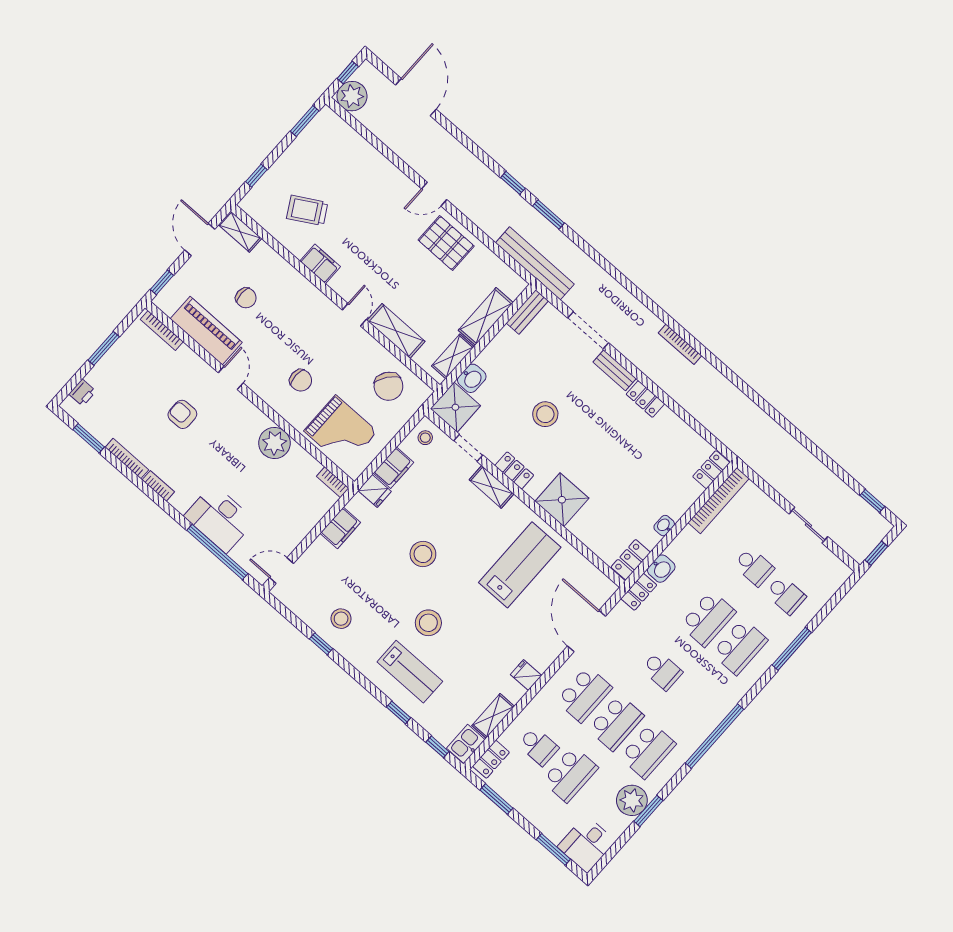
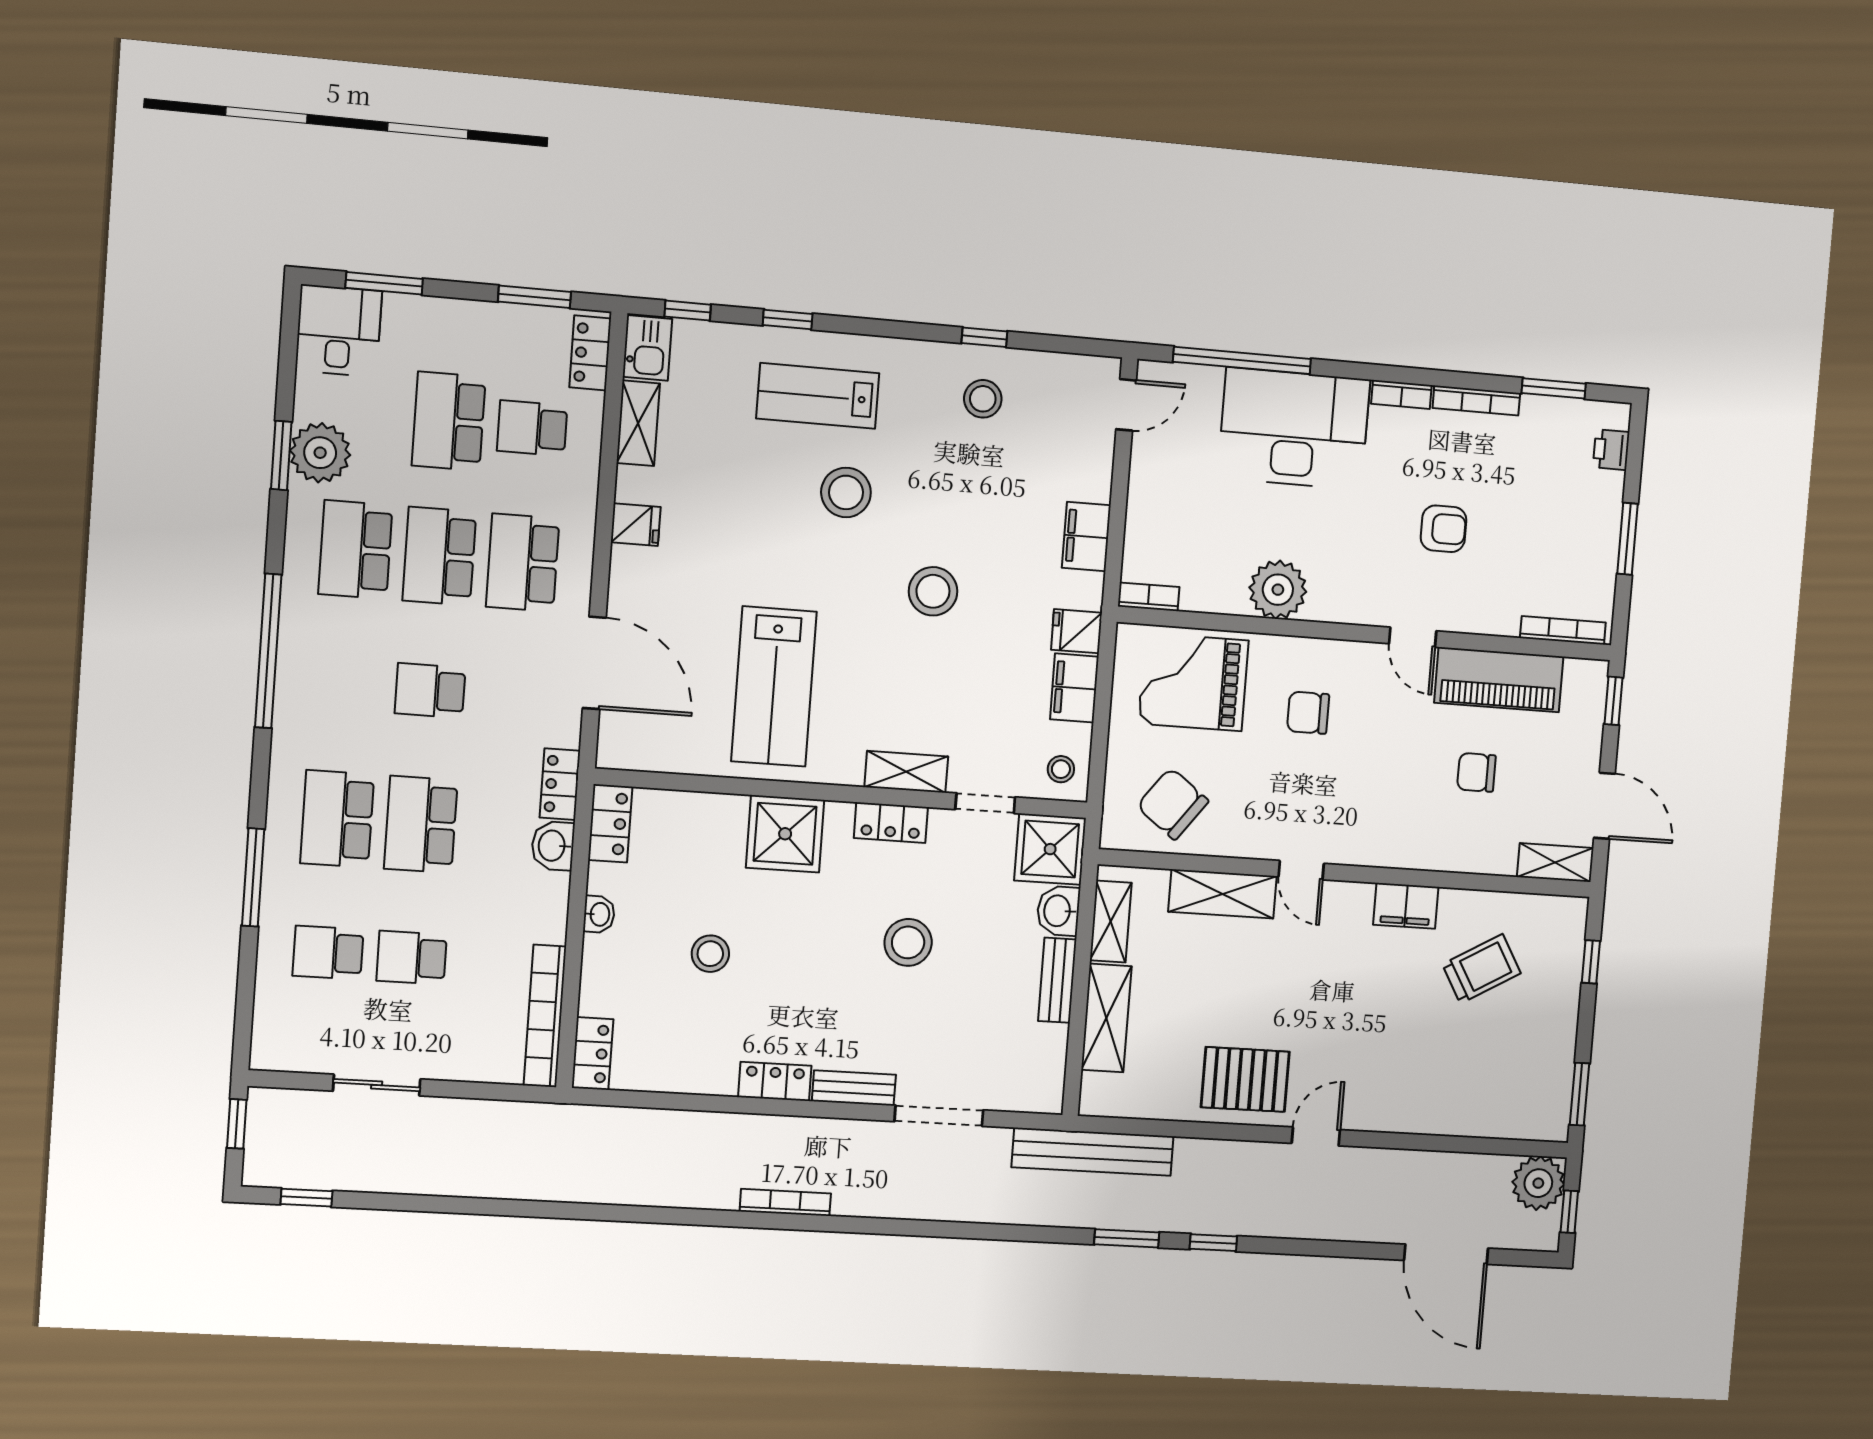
bench: (527, 312) -> (1057, 980), moved
stool: (631, 474) -> (710, 954), added
desk: (220, 518) -> (1294, 429), width x1.36, depth x1.30

